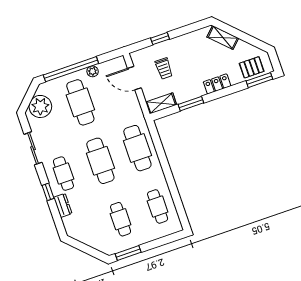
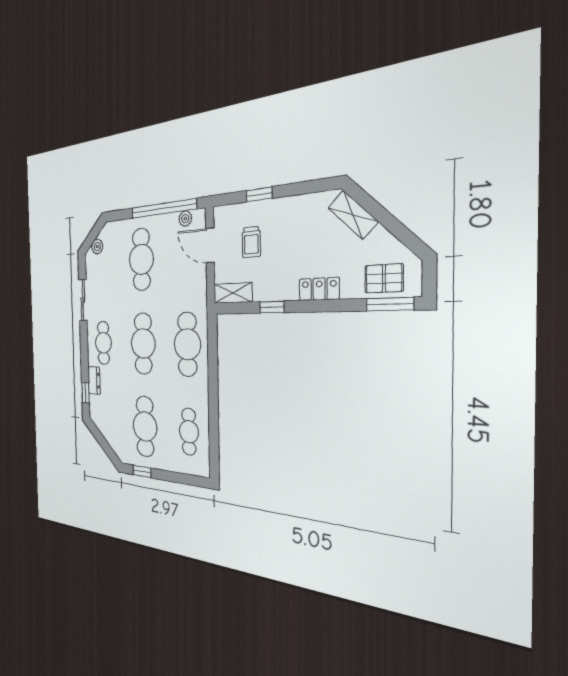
window: (71, 69) -> (163, 209), moved
plant: (93, 71) -> (185, 219), moved
window: (191, 104) -> (272, 307), width x0.67
plant: (40, 106) -> (97, 247), width x0.53, depth x0.53
window: (48, 192) -> (85, 393), moved
cafe table: (121, 219) -> (145, 426), width x1.37, depth x1.35
window: (128, 253) -> (142, 471), width x0.67

